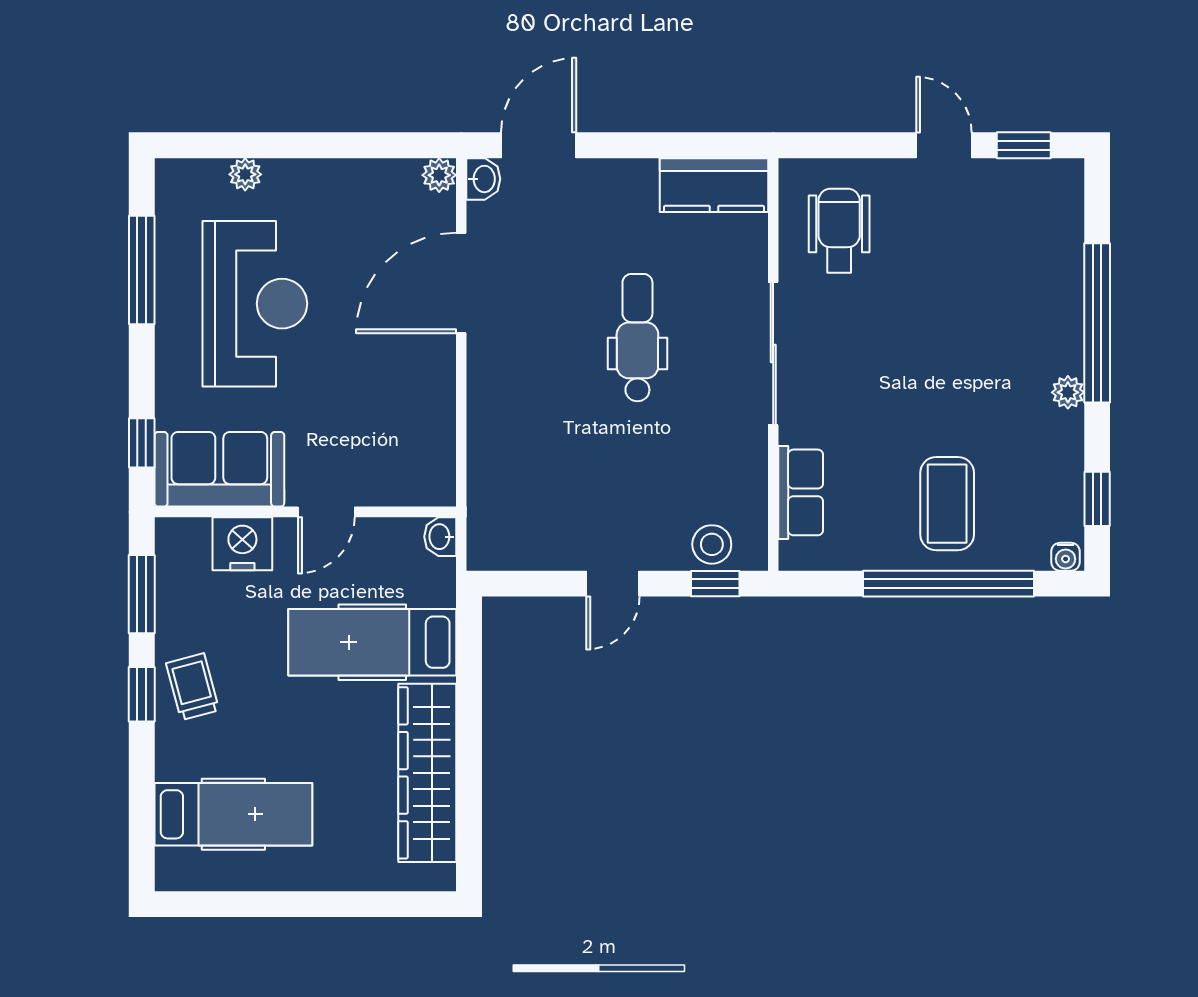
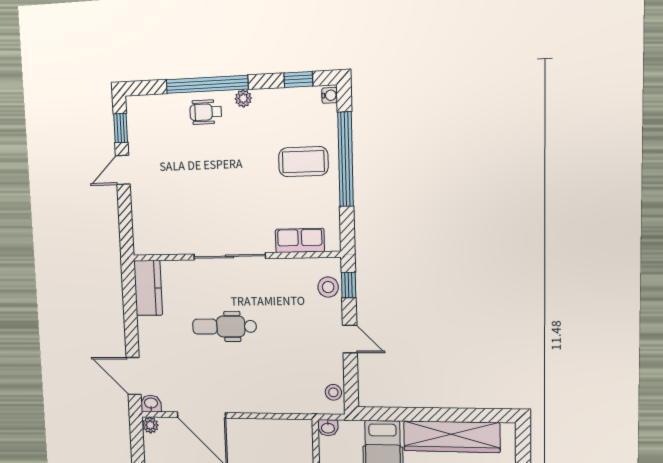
wheelchair: (839, 231) -> (206, 112), moved, width x0.73, depth x0.73
stool: (510, 549) -> (333, 392), added

